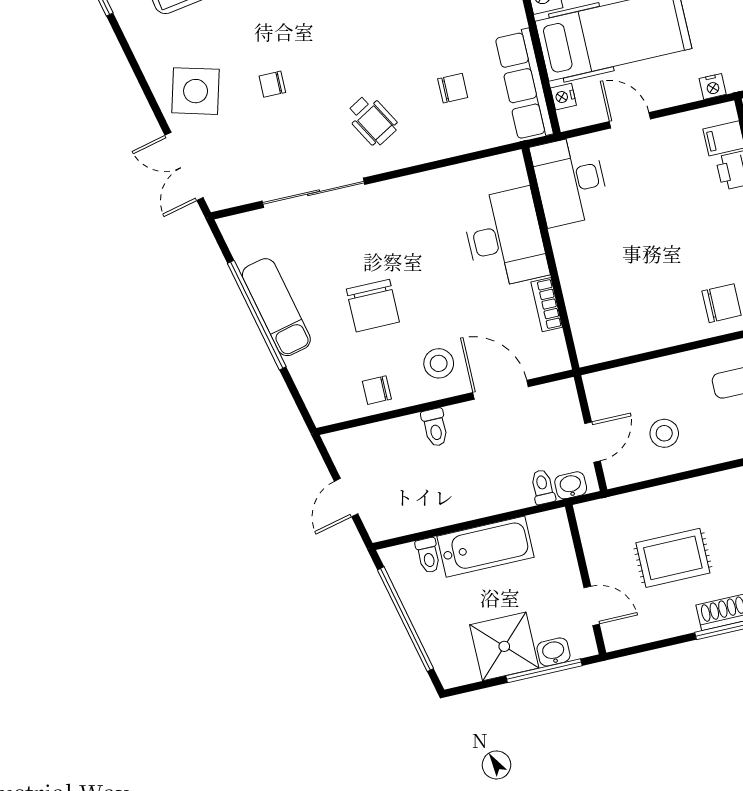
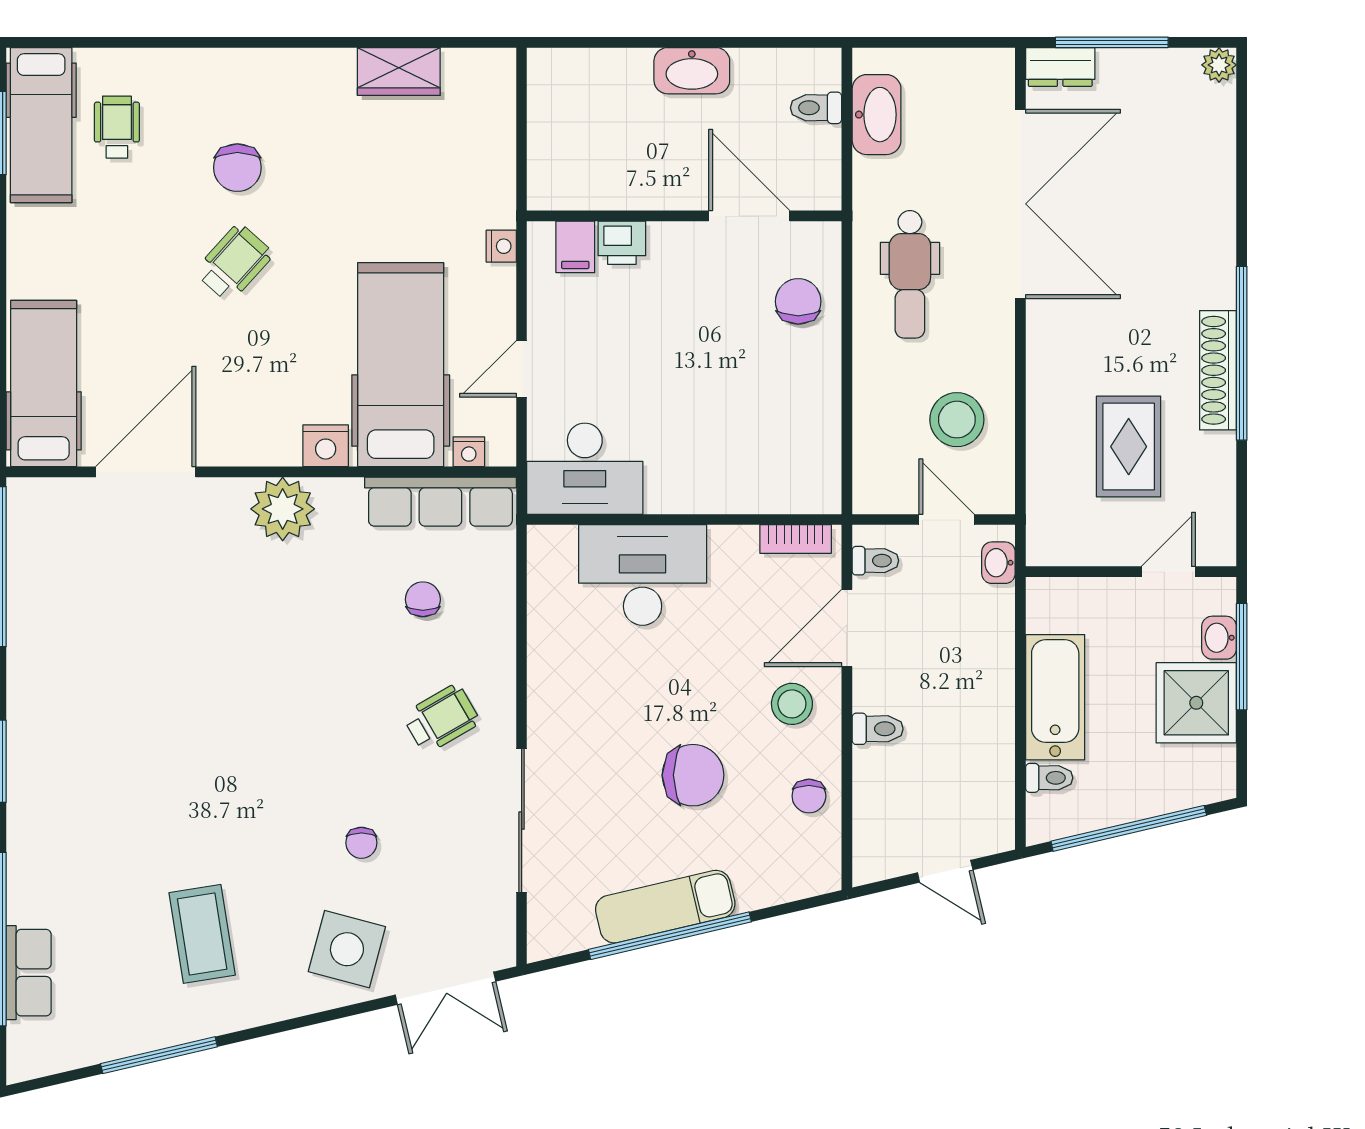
bookcase: (547, 305) -> (796, 539), moved
stool: (664, 433) -> (957, 420), width x1.38, depth x1.38
toilet: (543, 487) -> (875, 561), moved, turned 180

